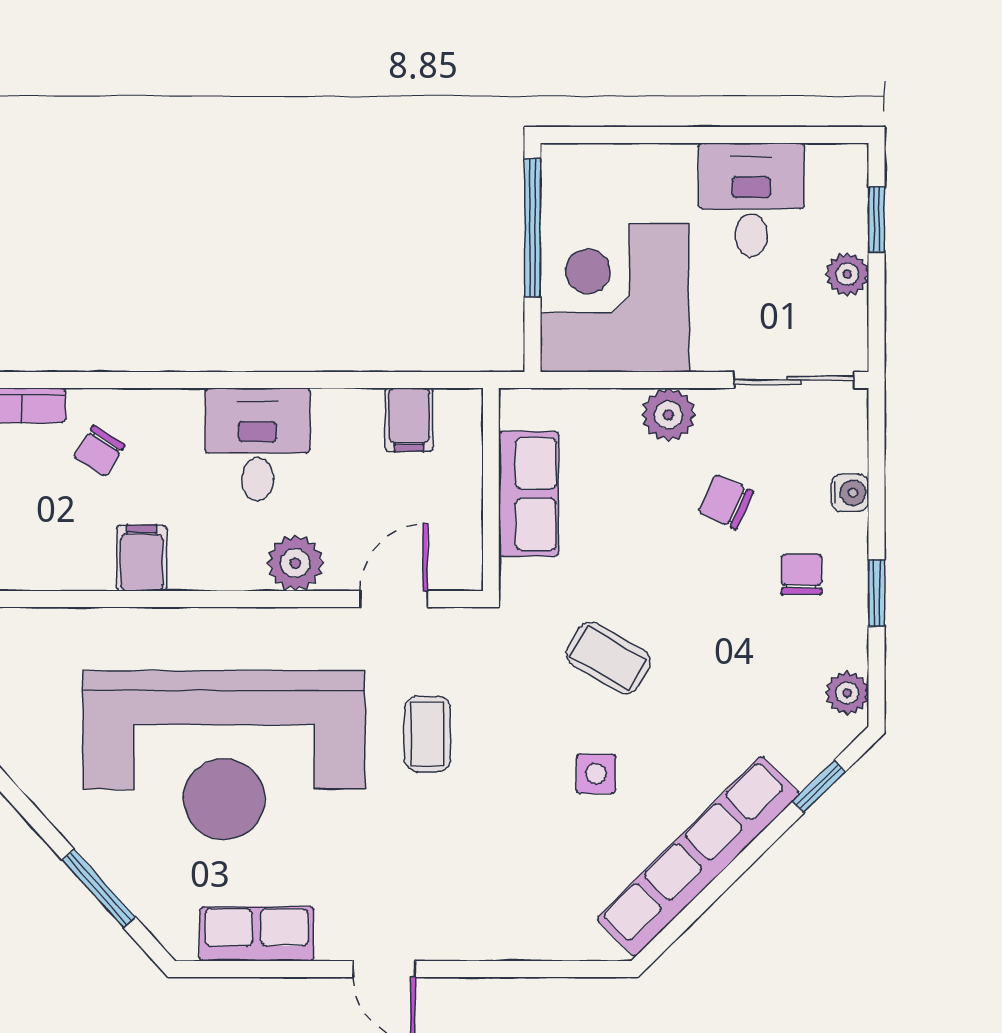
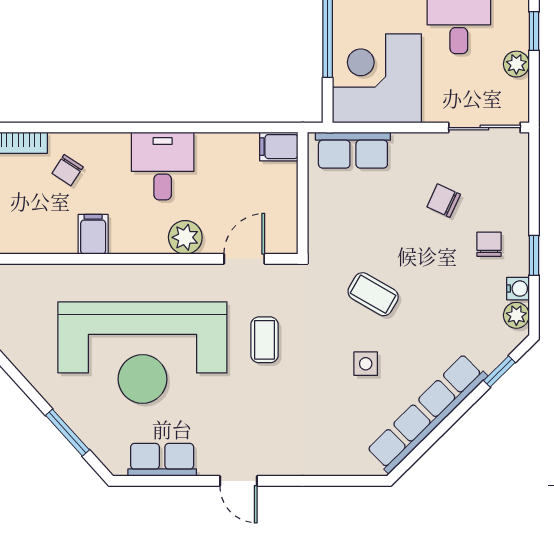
plant: (668, 415) -> (409, 148), removed
filing cabinet: (409, 420) -> (279, 147), moved, turned 90
water cooler: (850, 493) -> (518, 289), moved
row of seats: (529, 494) -> (353, 150), moved, turned 90

